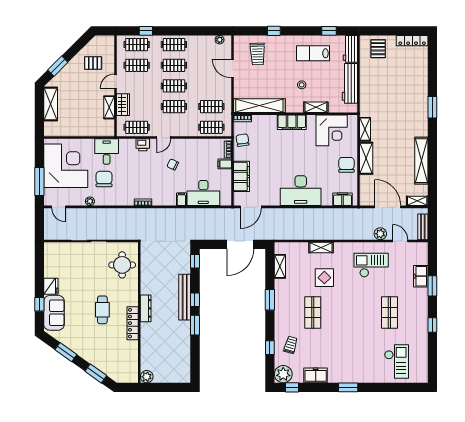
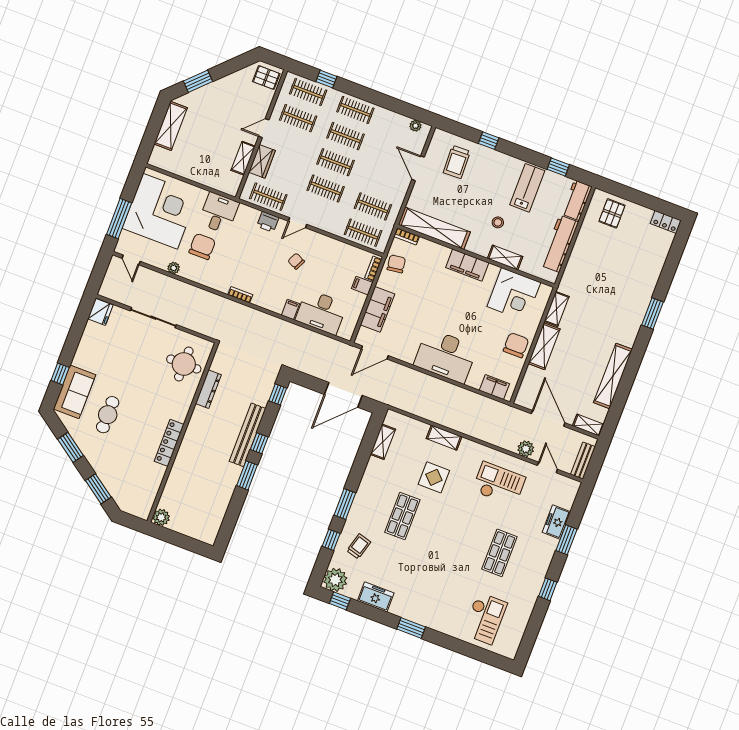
locker: (412, 41) -> (666, 222), width x0.66
lab bench: (313, 53) -> (527, 188), turned 90
pallet: (93, 63) -> (266, 78), moved
fridge: (51, 286) -> (100, 312), moved
window: (270, 300) -> (345, 504), moved
dresser: (146, 308) -> (208, 389), moved
cafe table: (102, 310) -> (108, 415), moved

